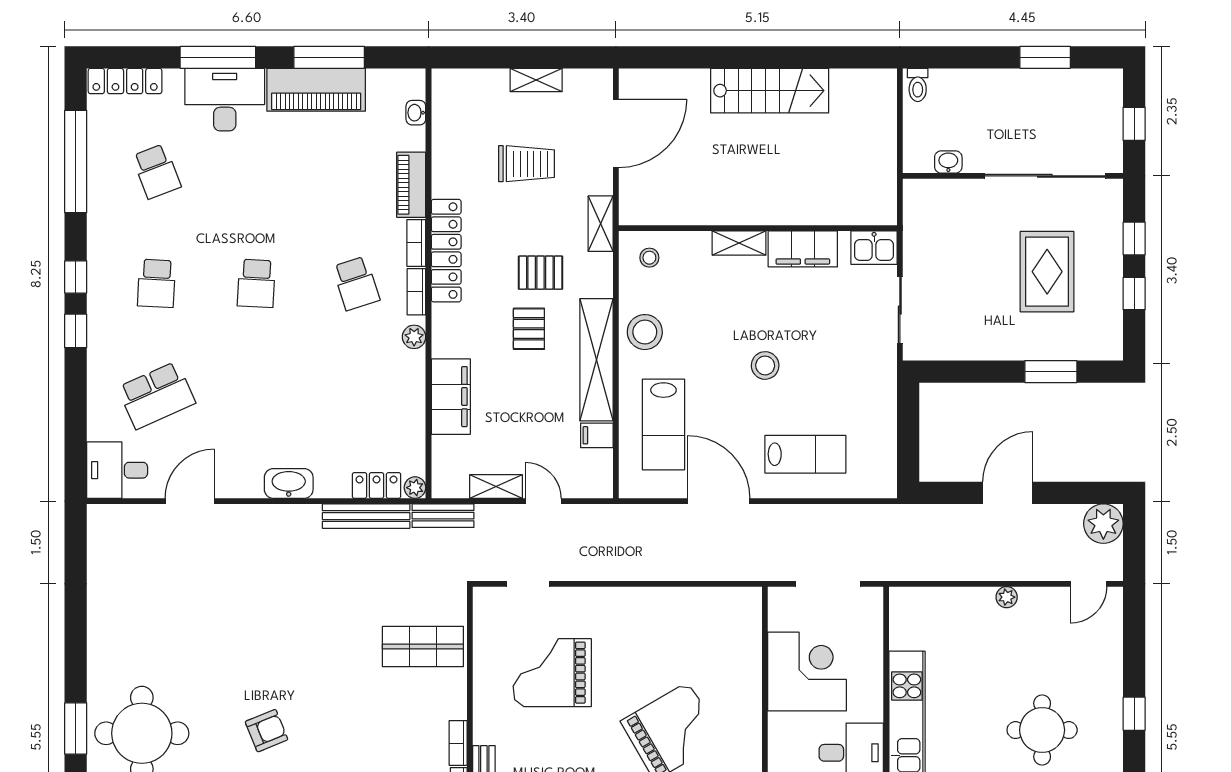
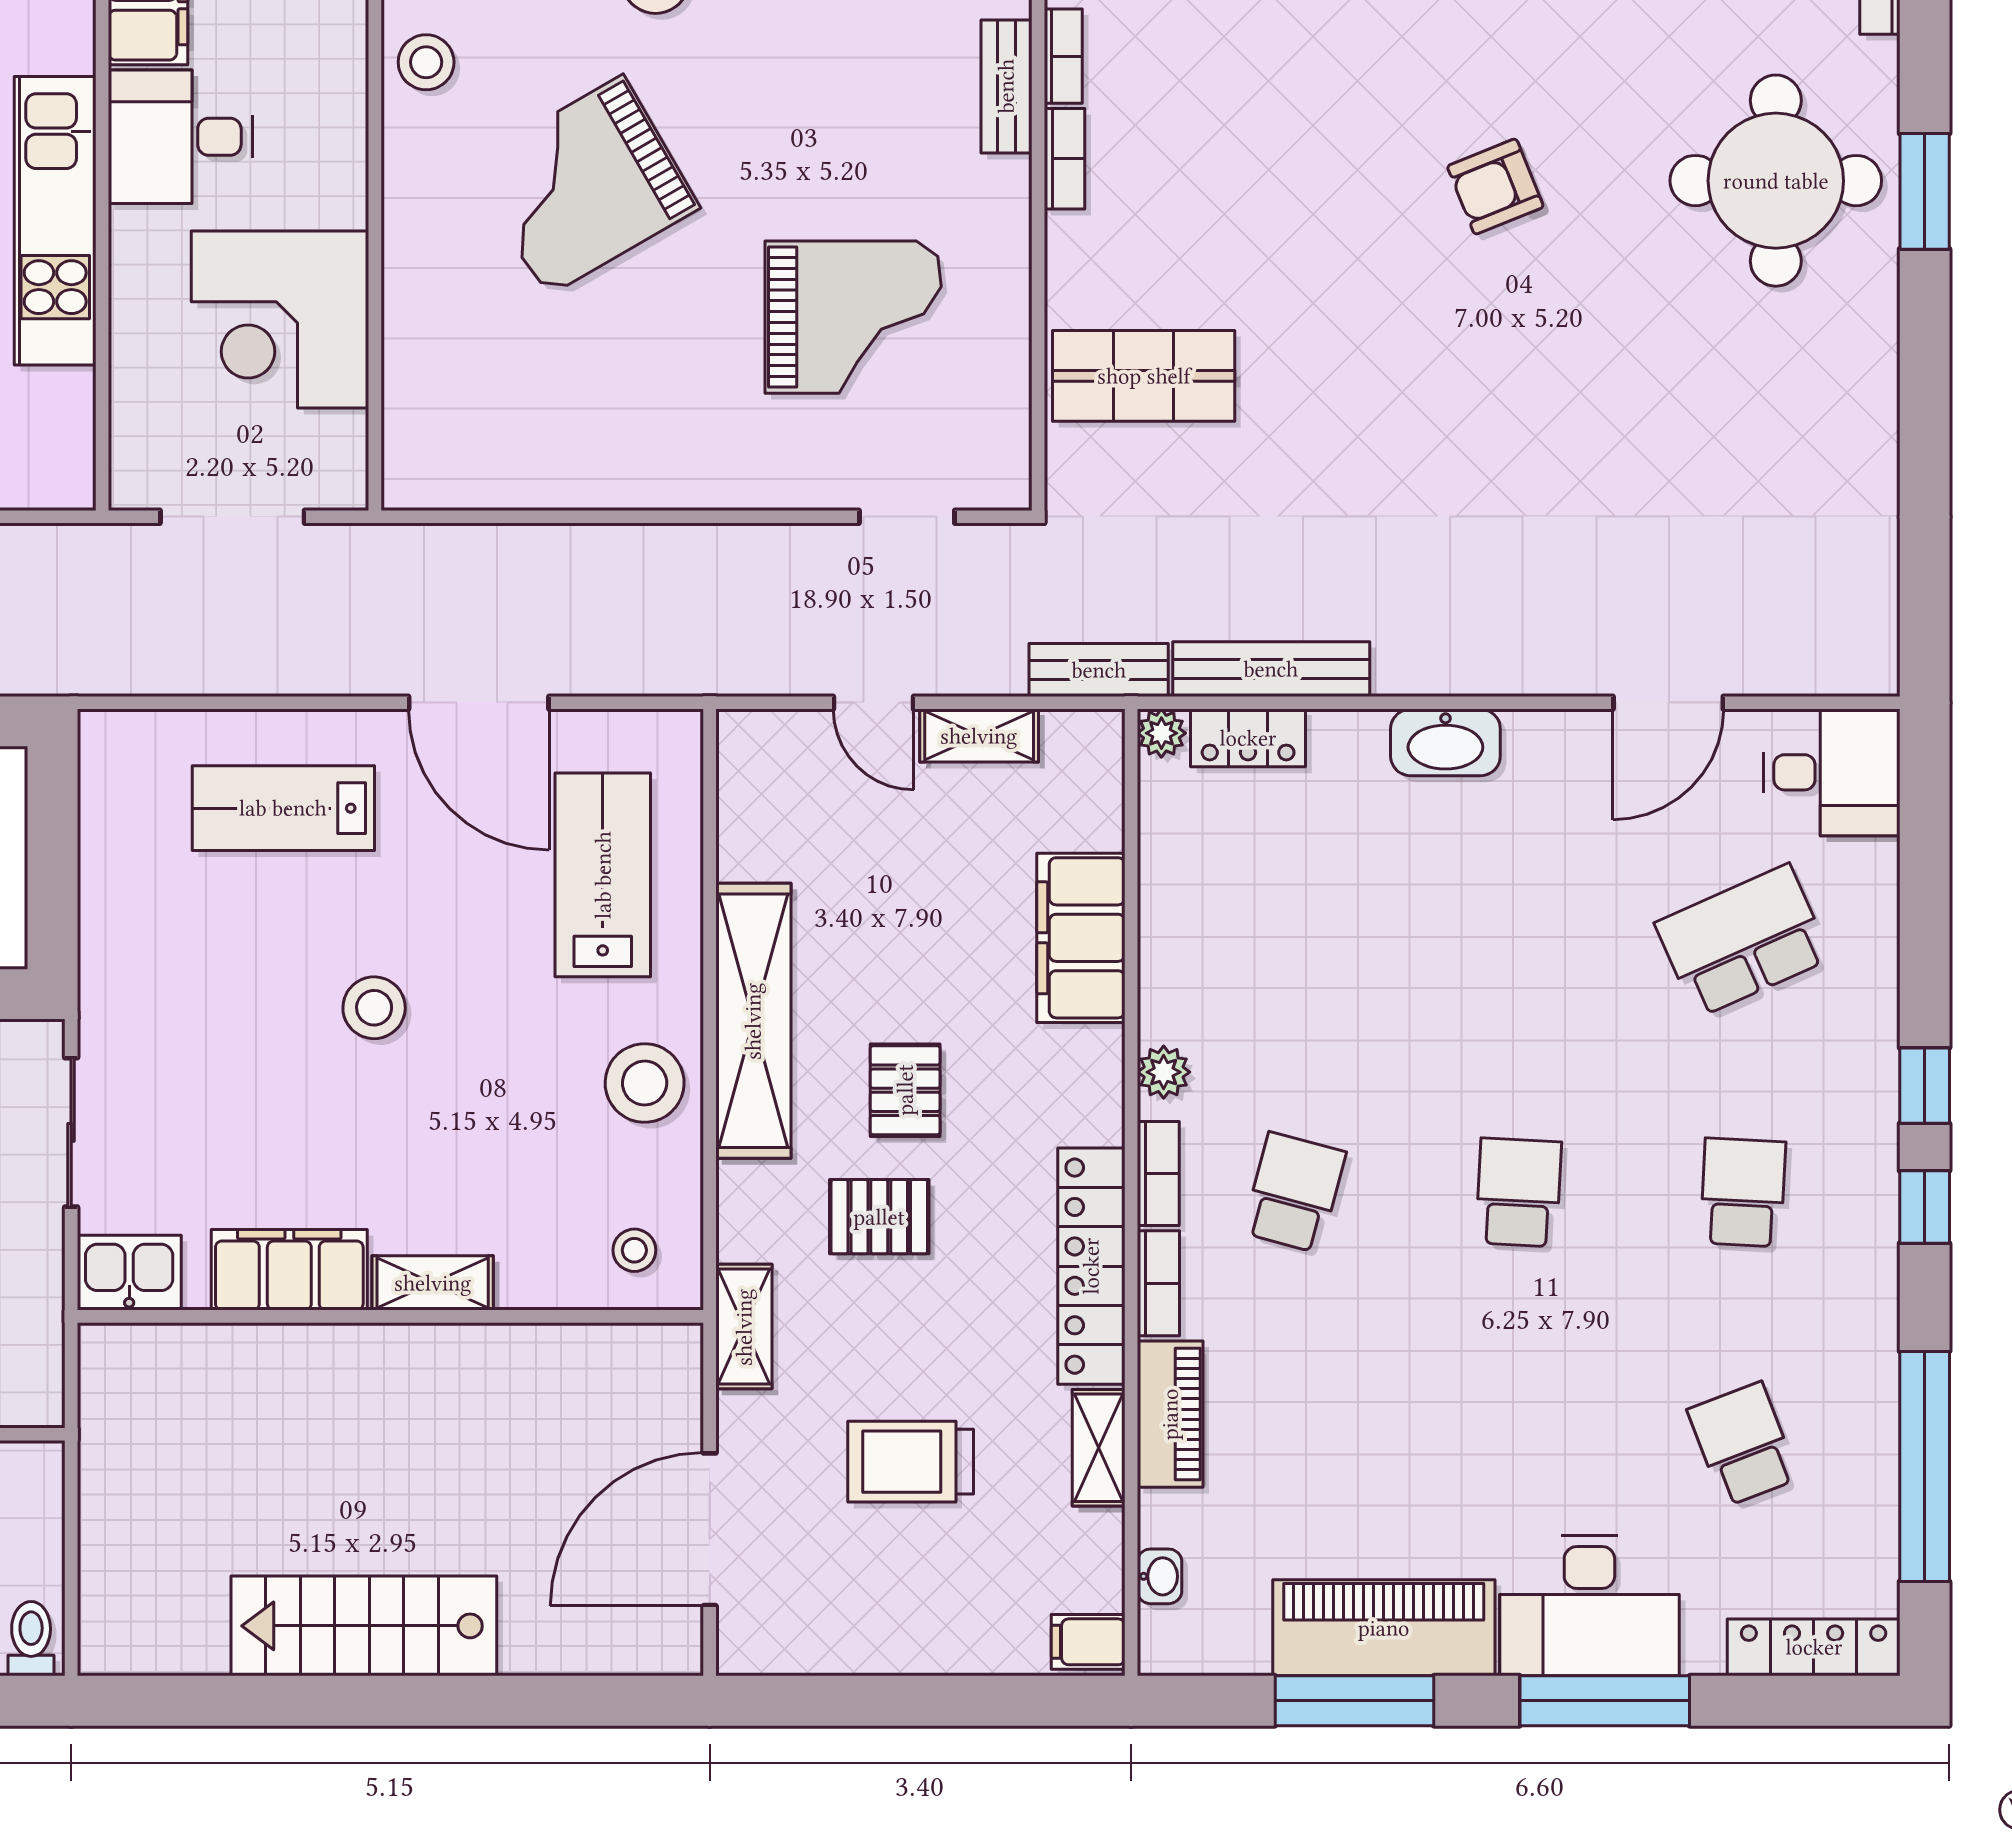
shelving: (536, 80) -> (1099, 1448), moved, turned 90
school desk: (356, 283) -> (1294, 1192), turned 33
filing cabinet: (597, 435) -> (1088, 1642), moved, turned 180

